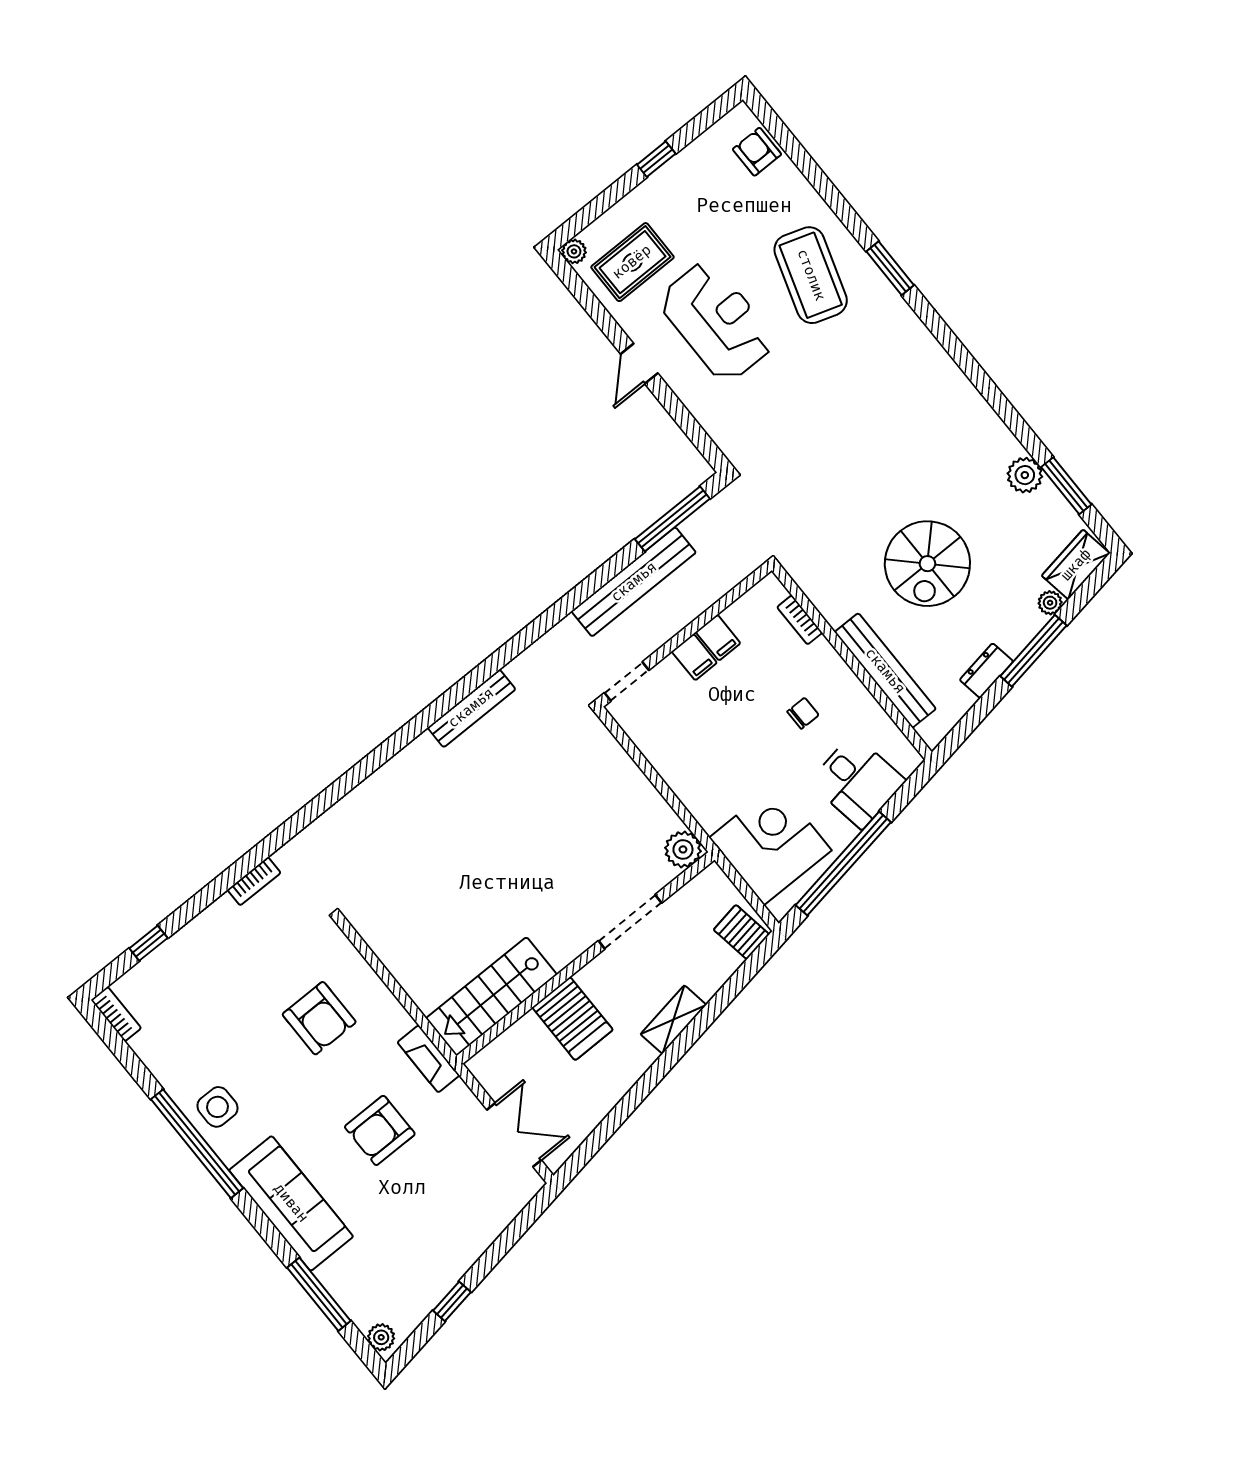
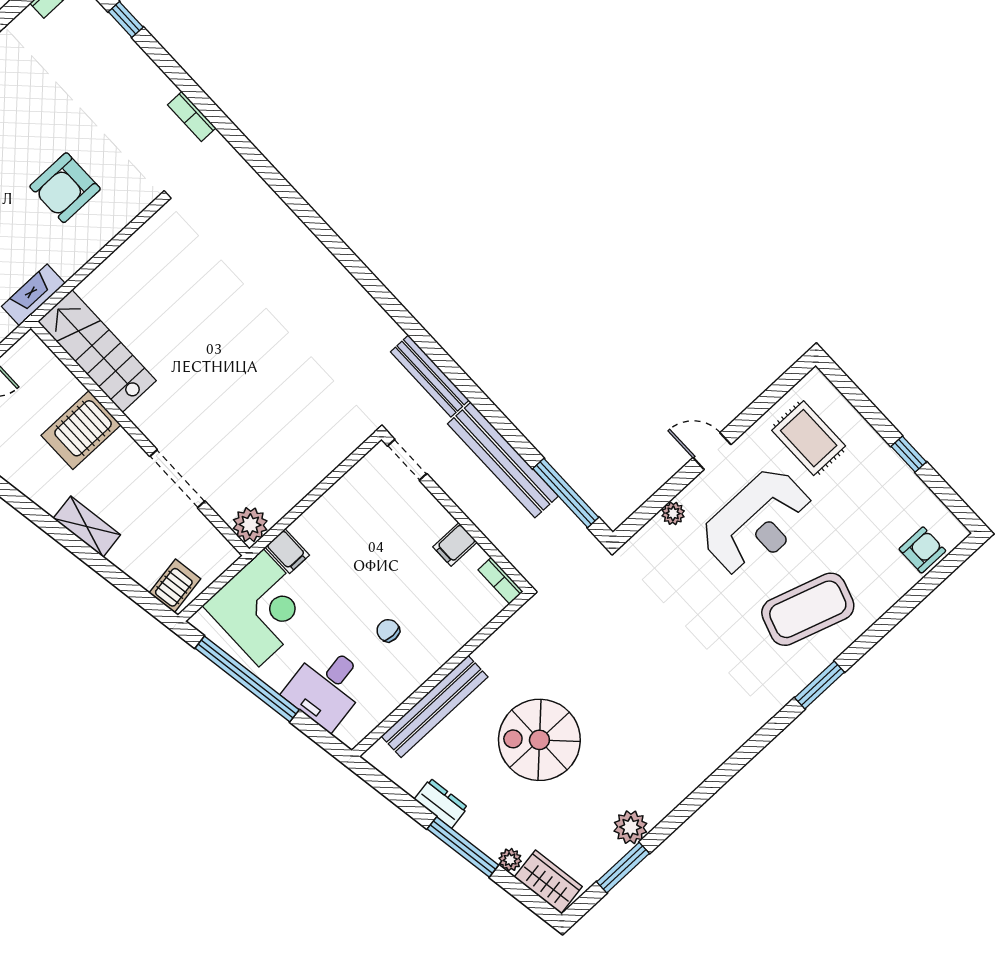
plant: (574, 251) -> (673, 513), moved
bookcase: (800, 620) -> (500, 581), moved, turned -90
filing cabinet: (694, 657) -> (287, 551), moved, turned -90
bench: (471, 708) -> (430, 376), moved
chair: (803, 713) -> (388, 631), turned 180

